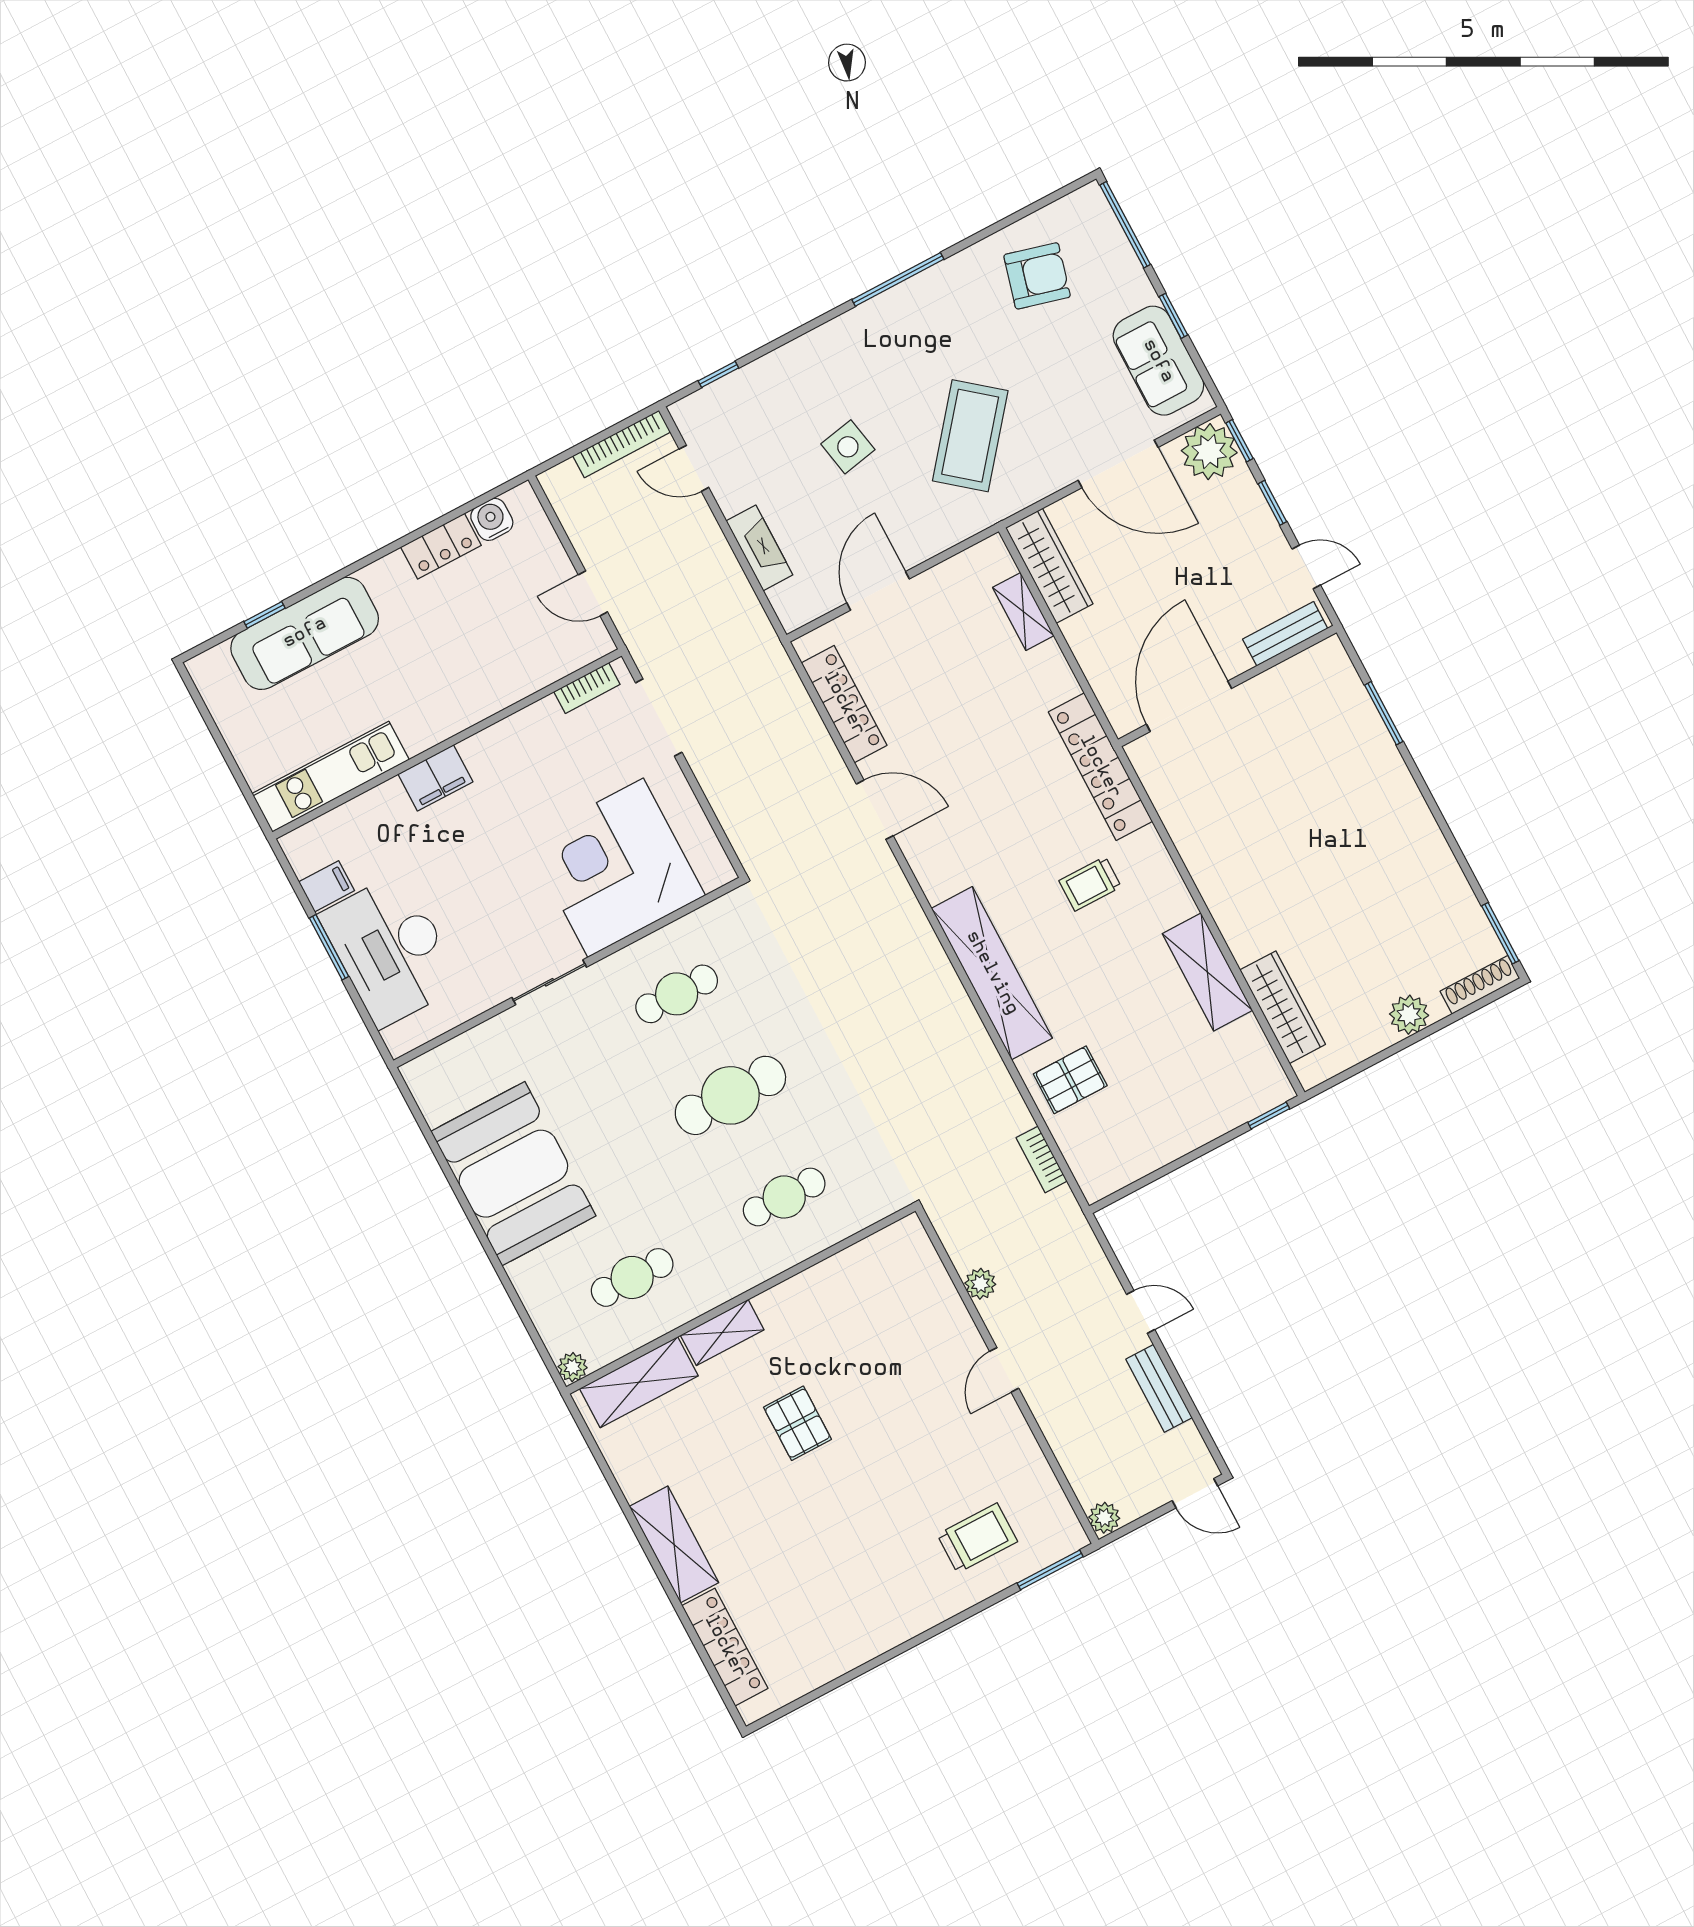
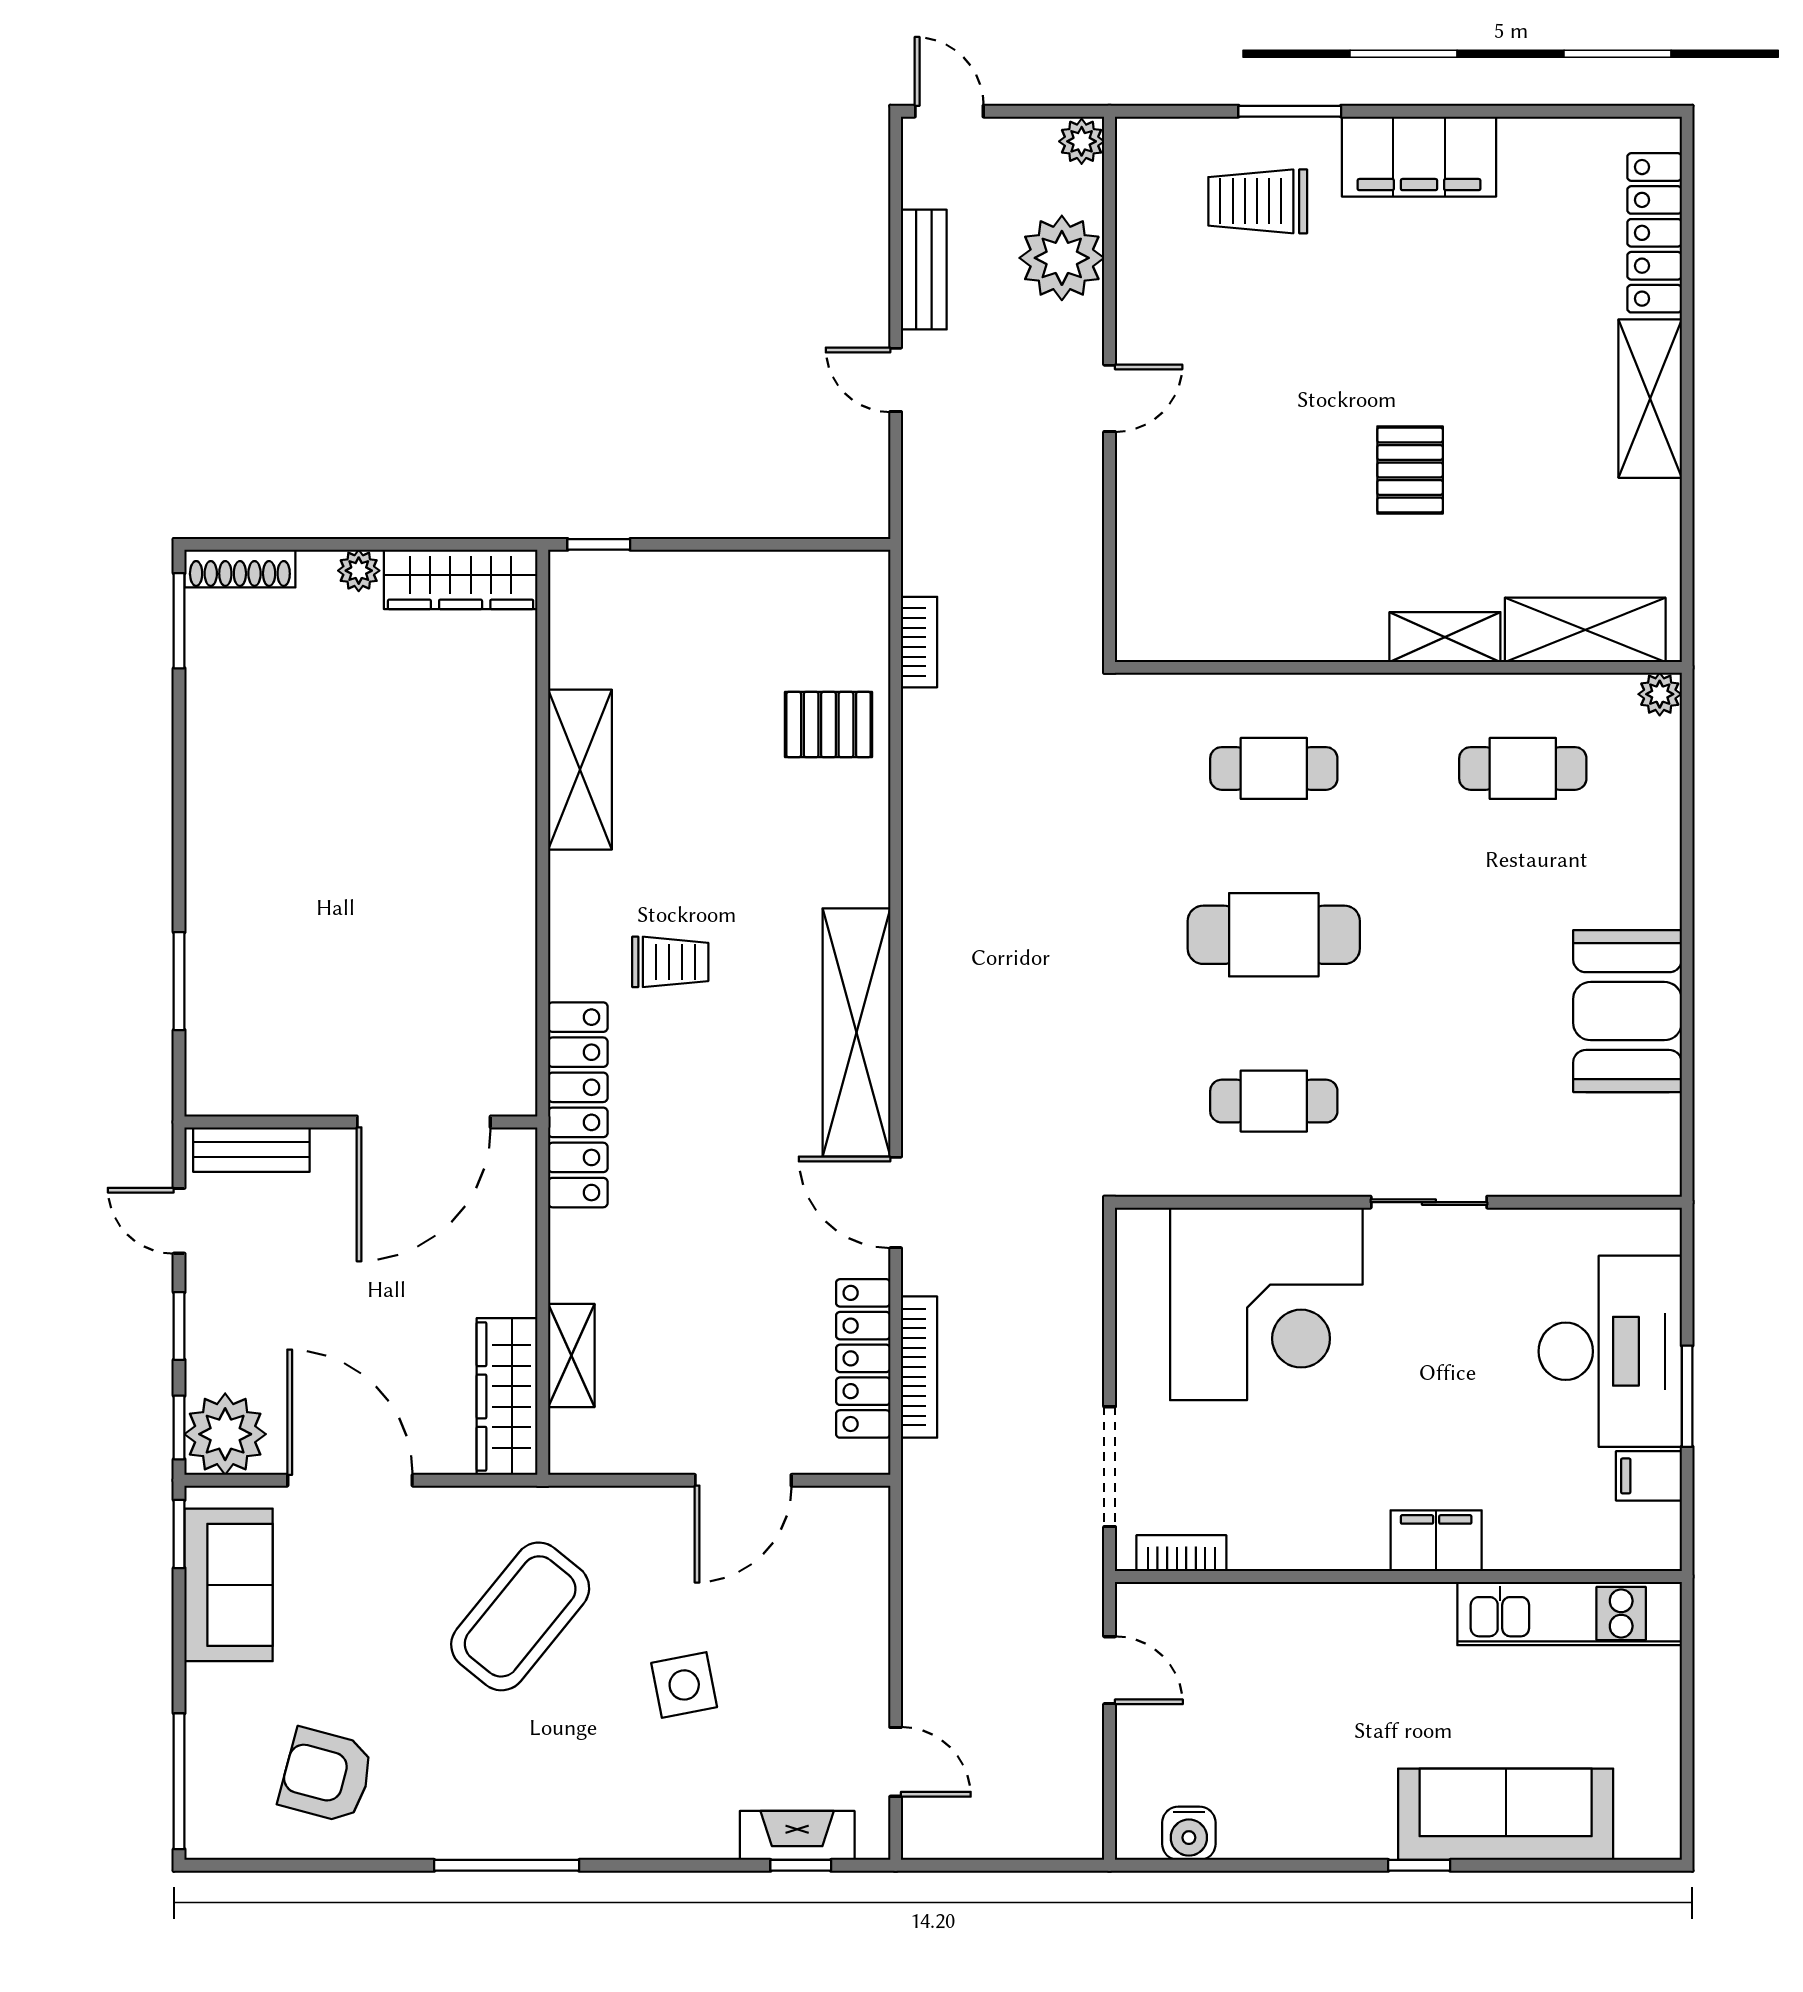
window: (1173, 316) -> (179, 1534), moved
bookcase: (622, 444) -> (919, 1367), moved, turned 90
locker: (441, 546) -> (1272, 1834), removed
fireplace: (759, 548) -> (797, 1835), moved, turned 90
window: (264, 615) -> (1419, 1865), moved
shelving: (992, 973) -> (856, 1032), moved
wardrobe: (1283, 1007) -> (461, 579), moved, turned -90
plant: (1409, 1015) -> (359, 571), width x0.73, depth x0.73
booth: (513, 1174) -> (1627, 1011), width x0.73, depth x0.70
plant: (980, 1284) -> (1062, 258), moved, width x1.88, depth x1.88
window: (1050, 1570) -> (1290, 111), moved
filing cabinet: (893, 1617) -> (1419, 157), added

